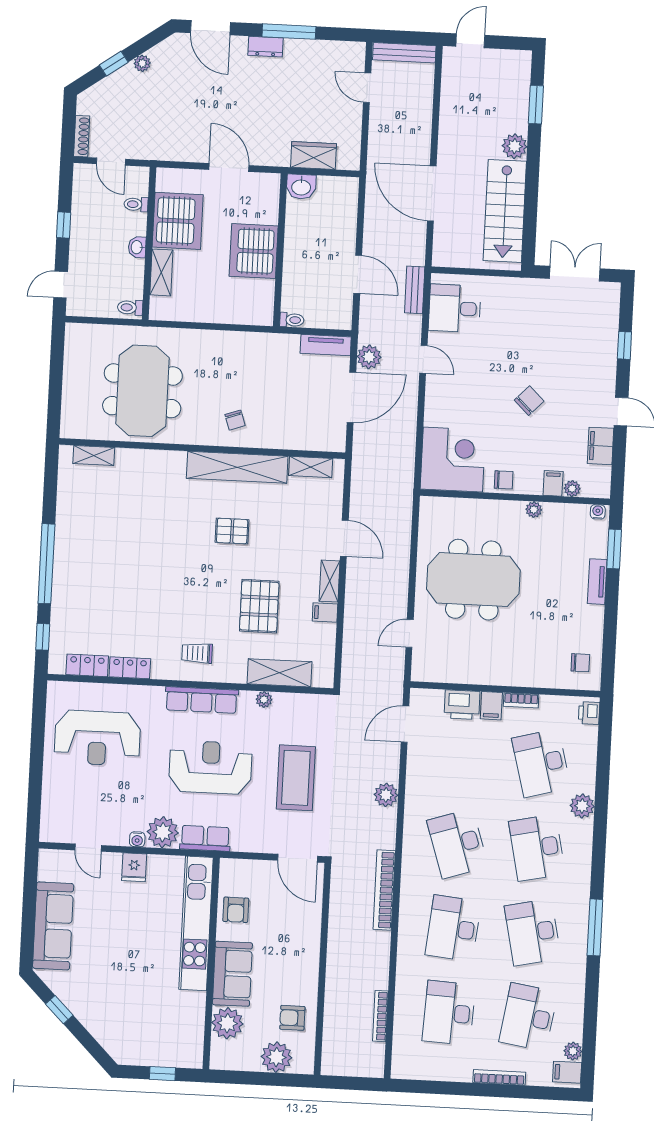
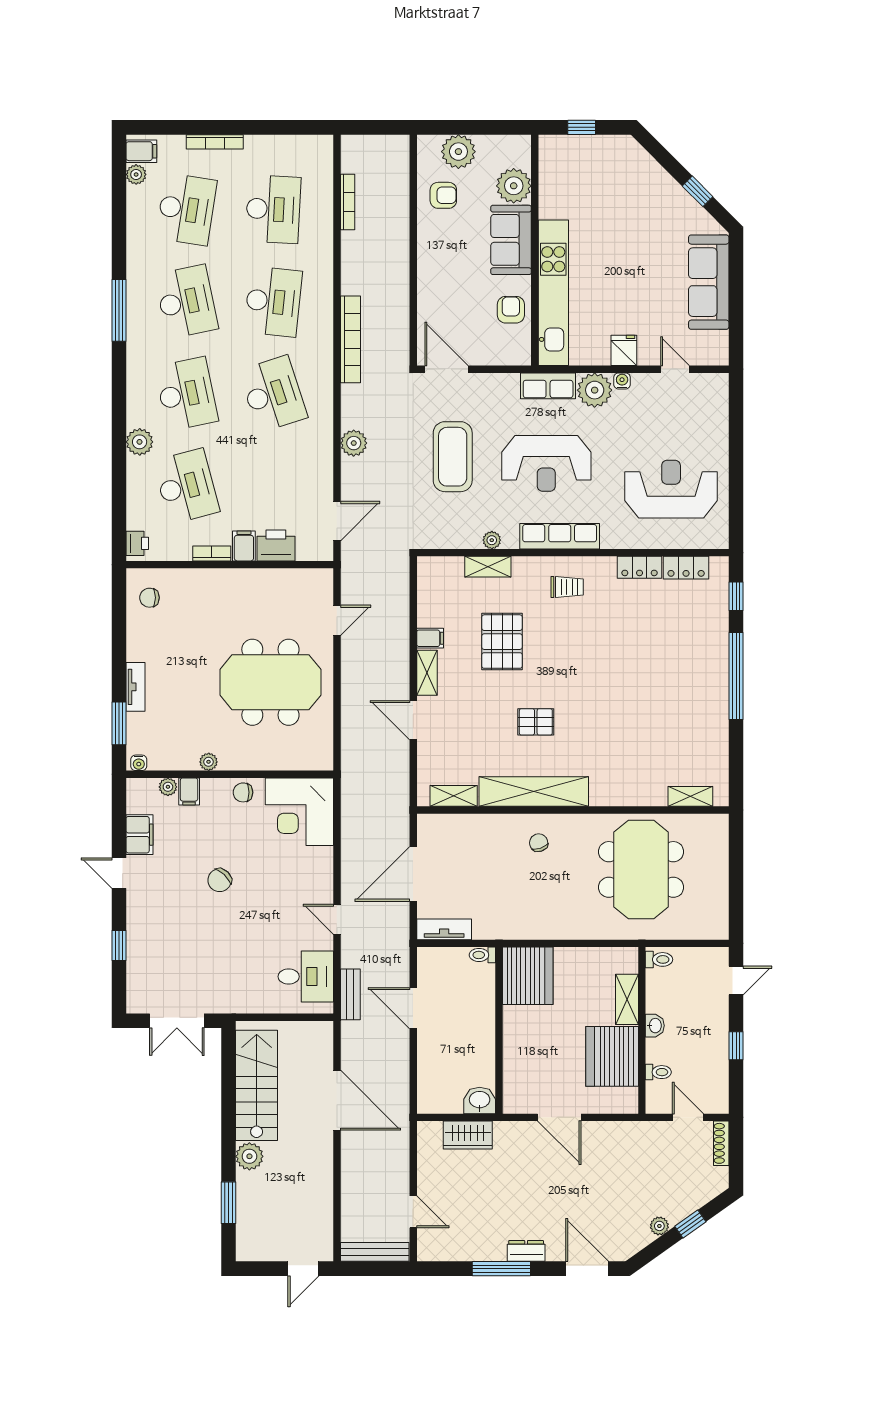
server rack: (254, 251) -> (528, 976), moved
plant: (369, 357) -> (396, 919), removed
shelving: (279, 673) -> (488, 567), width x0.67, depth x0.75

